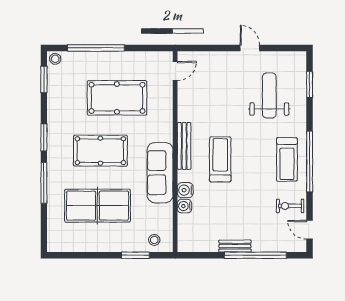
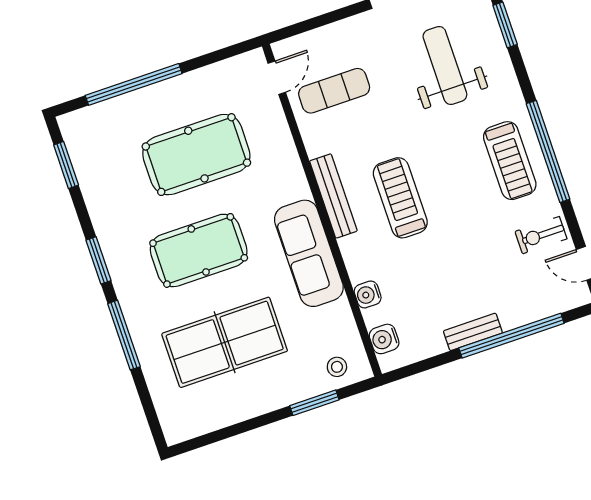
stool: (55, 59) -> (73, 125), removed
exercise mat: (204, 89) -> (334, 91), added
water cooler: (185, 190) -> (384, 339), moved

